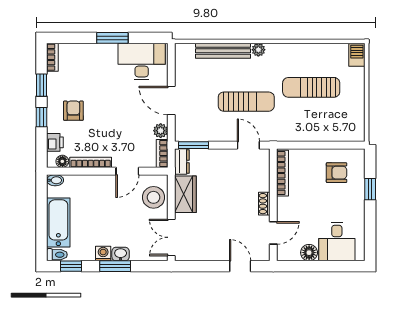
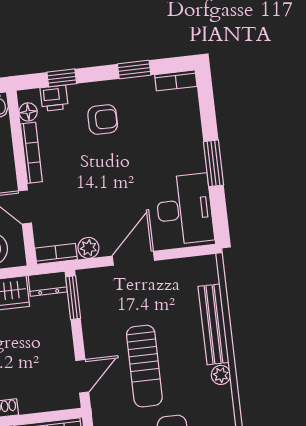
window: (42, 117) -> (62, 78), moved

